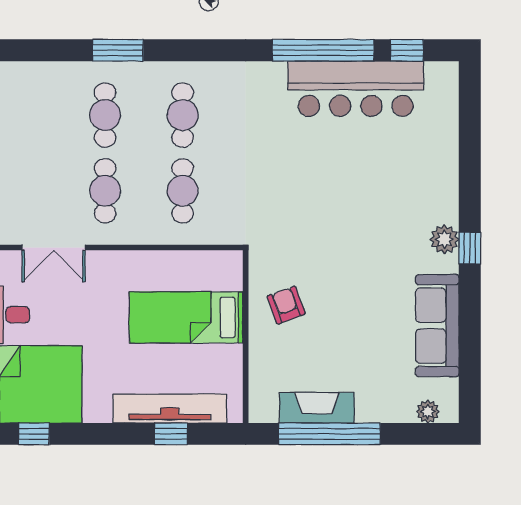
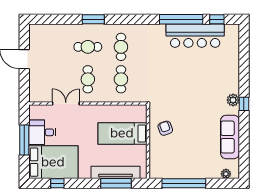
cafe table: (105, 115) -> (88, 47), turned 90
double door: (54, 247) -> (66, 104), swing flipped
fireplace: (317, 408) -> (178, 172), removed
window: (171, 434) -> (116, 183), width x2.17

